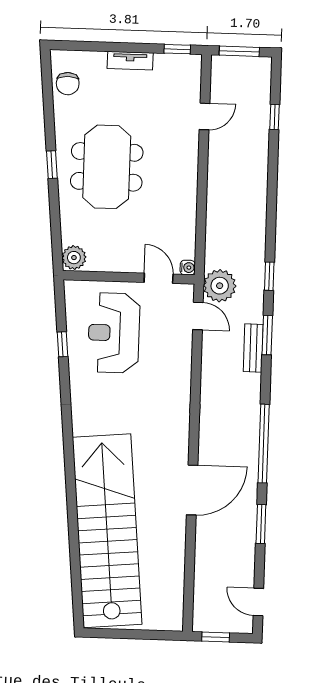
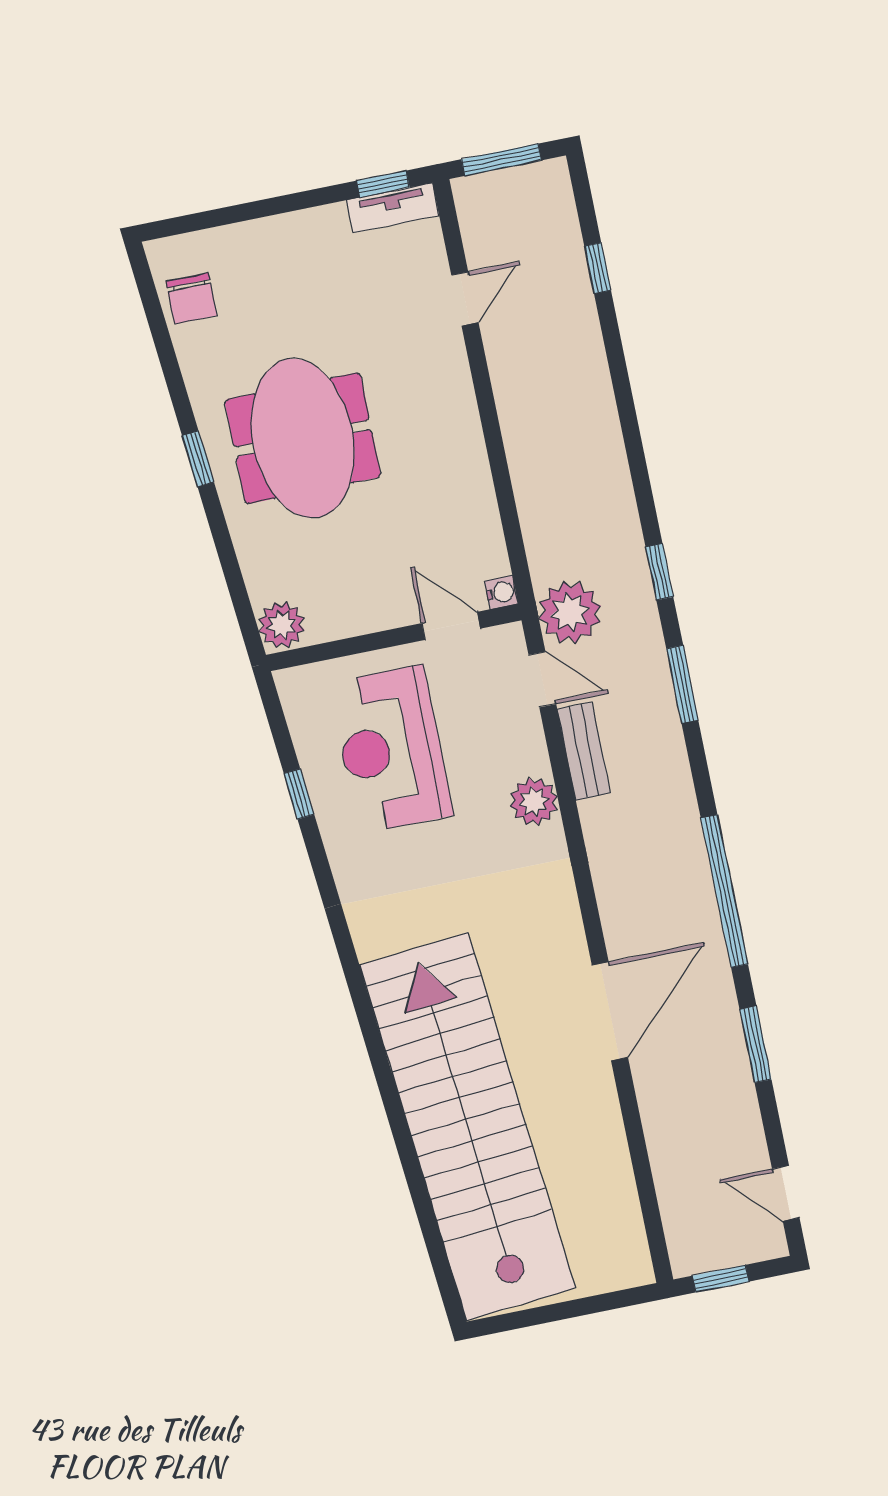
tv unit: (130, 61) -> (393, 208), moved
bench: (253, 348) -> (584, 751), moved
plant: (179, 376) -> (534, 802), added

